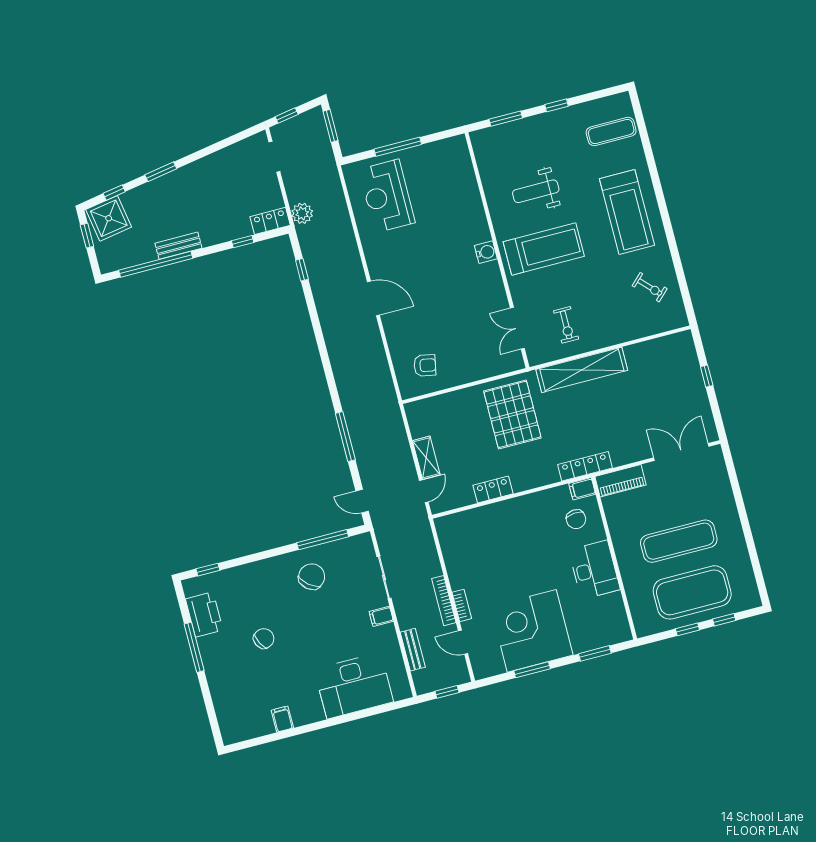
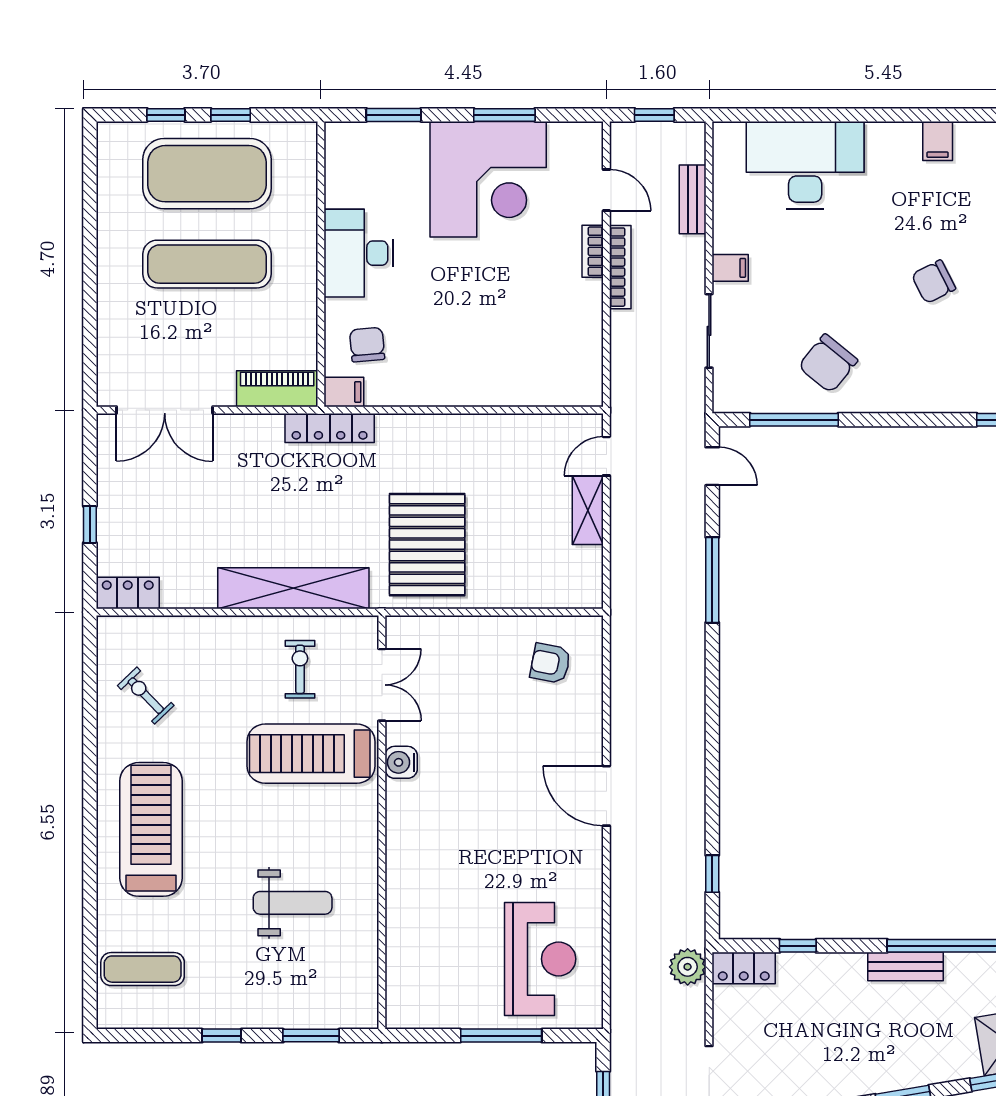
treadmill: (544, 249) -> (311, 754), moved
water cooler: (486, 252) -> (401, 762), moved
locker: (493, 489) -> (128, 593), moved, turned 180

